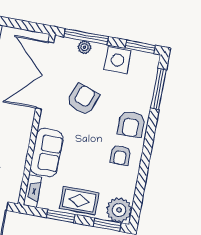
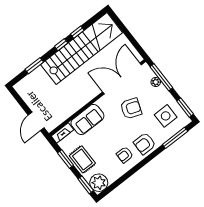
side table: (117, 60) -> (166, 116), moved

